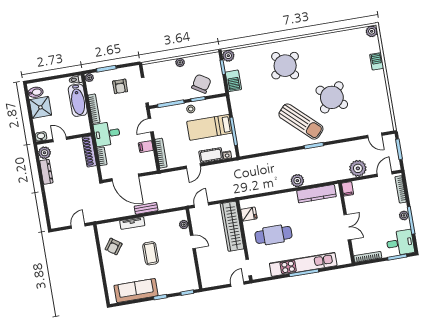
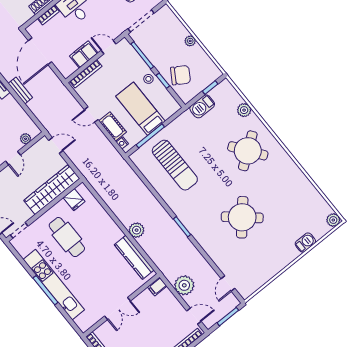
plant: (228, 56) -> (244, 110), moved
sun lounger: (301, 122) -> (175, 165), moved, turned -43
filing cabinet: (146, 147) -> (84, 54), width x2.00

